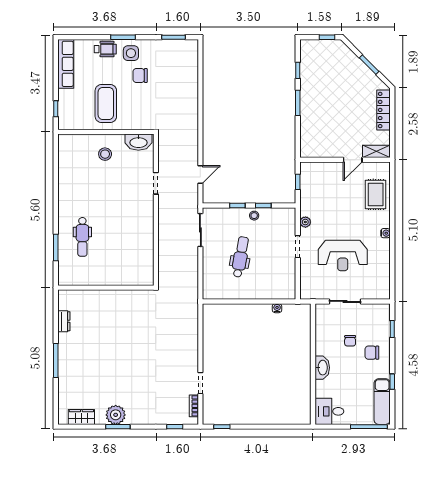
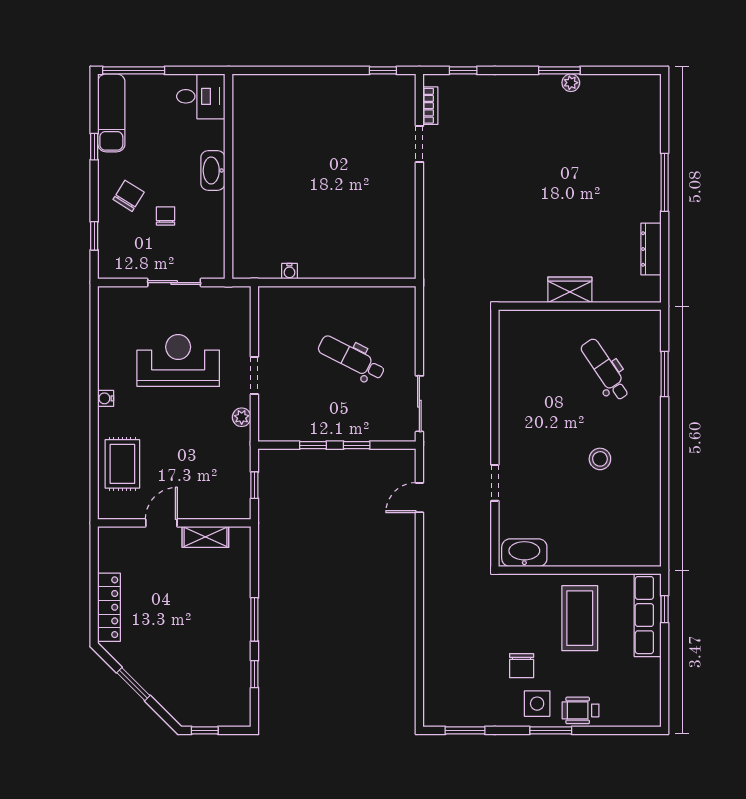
row of seats: (66, 64) -> (648, 615), moved
chair: (140, 75) -> (522, 666), turned 90
shelving: (376, 151) -> (205, 537), moved
stool: (105, 154) -> (600, 459), moved
stool: (254, 216) -> (328, 428), removed
dental chair: (82, 237) -> (605, 370), moved, turned -34
dental chair: (240, 257) -> (351, 358), turned 107
dresser: (64, 321) -> (651, 249), width x1.44
chair: (372, 353) -> (129, 196), turned -58
plant: (116, 415) -> (571, 83), width x0.53, depth x0.53
wardrobe: (81, 417) -> (570, 290), moved, turned 180

